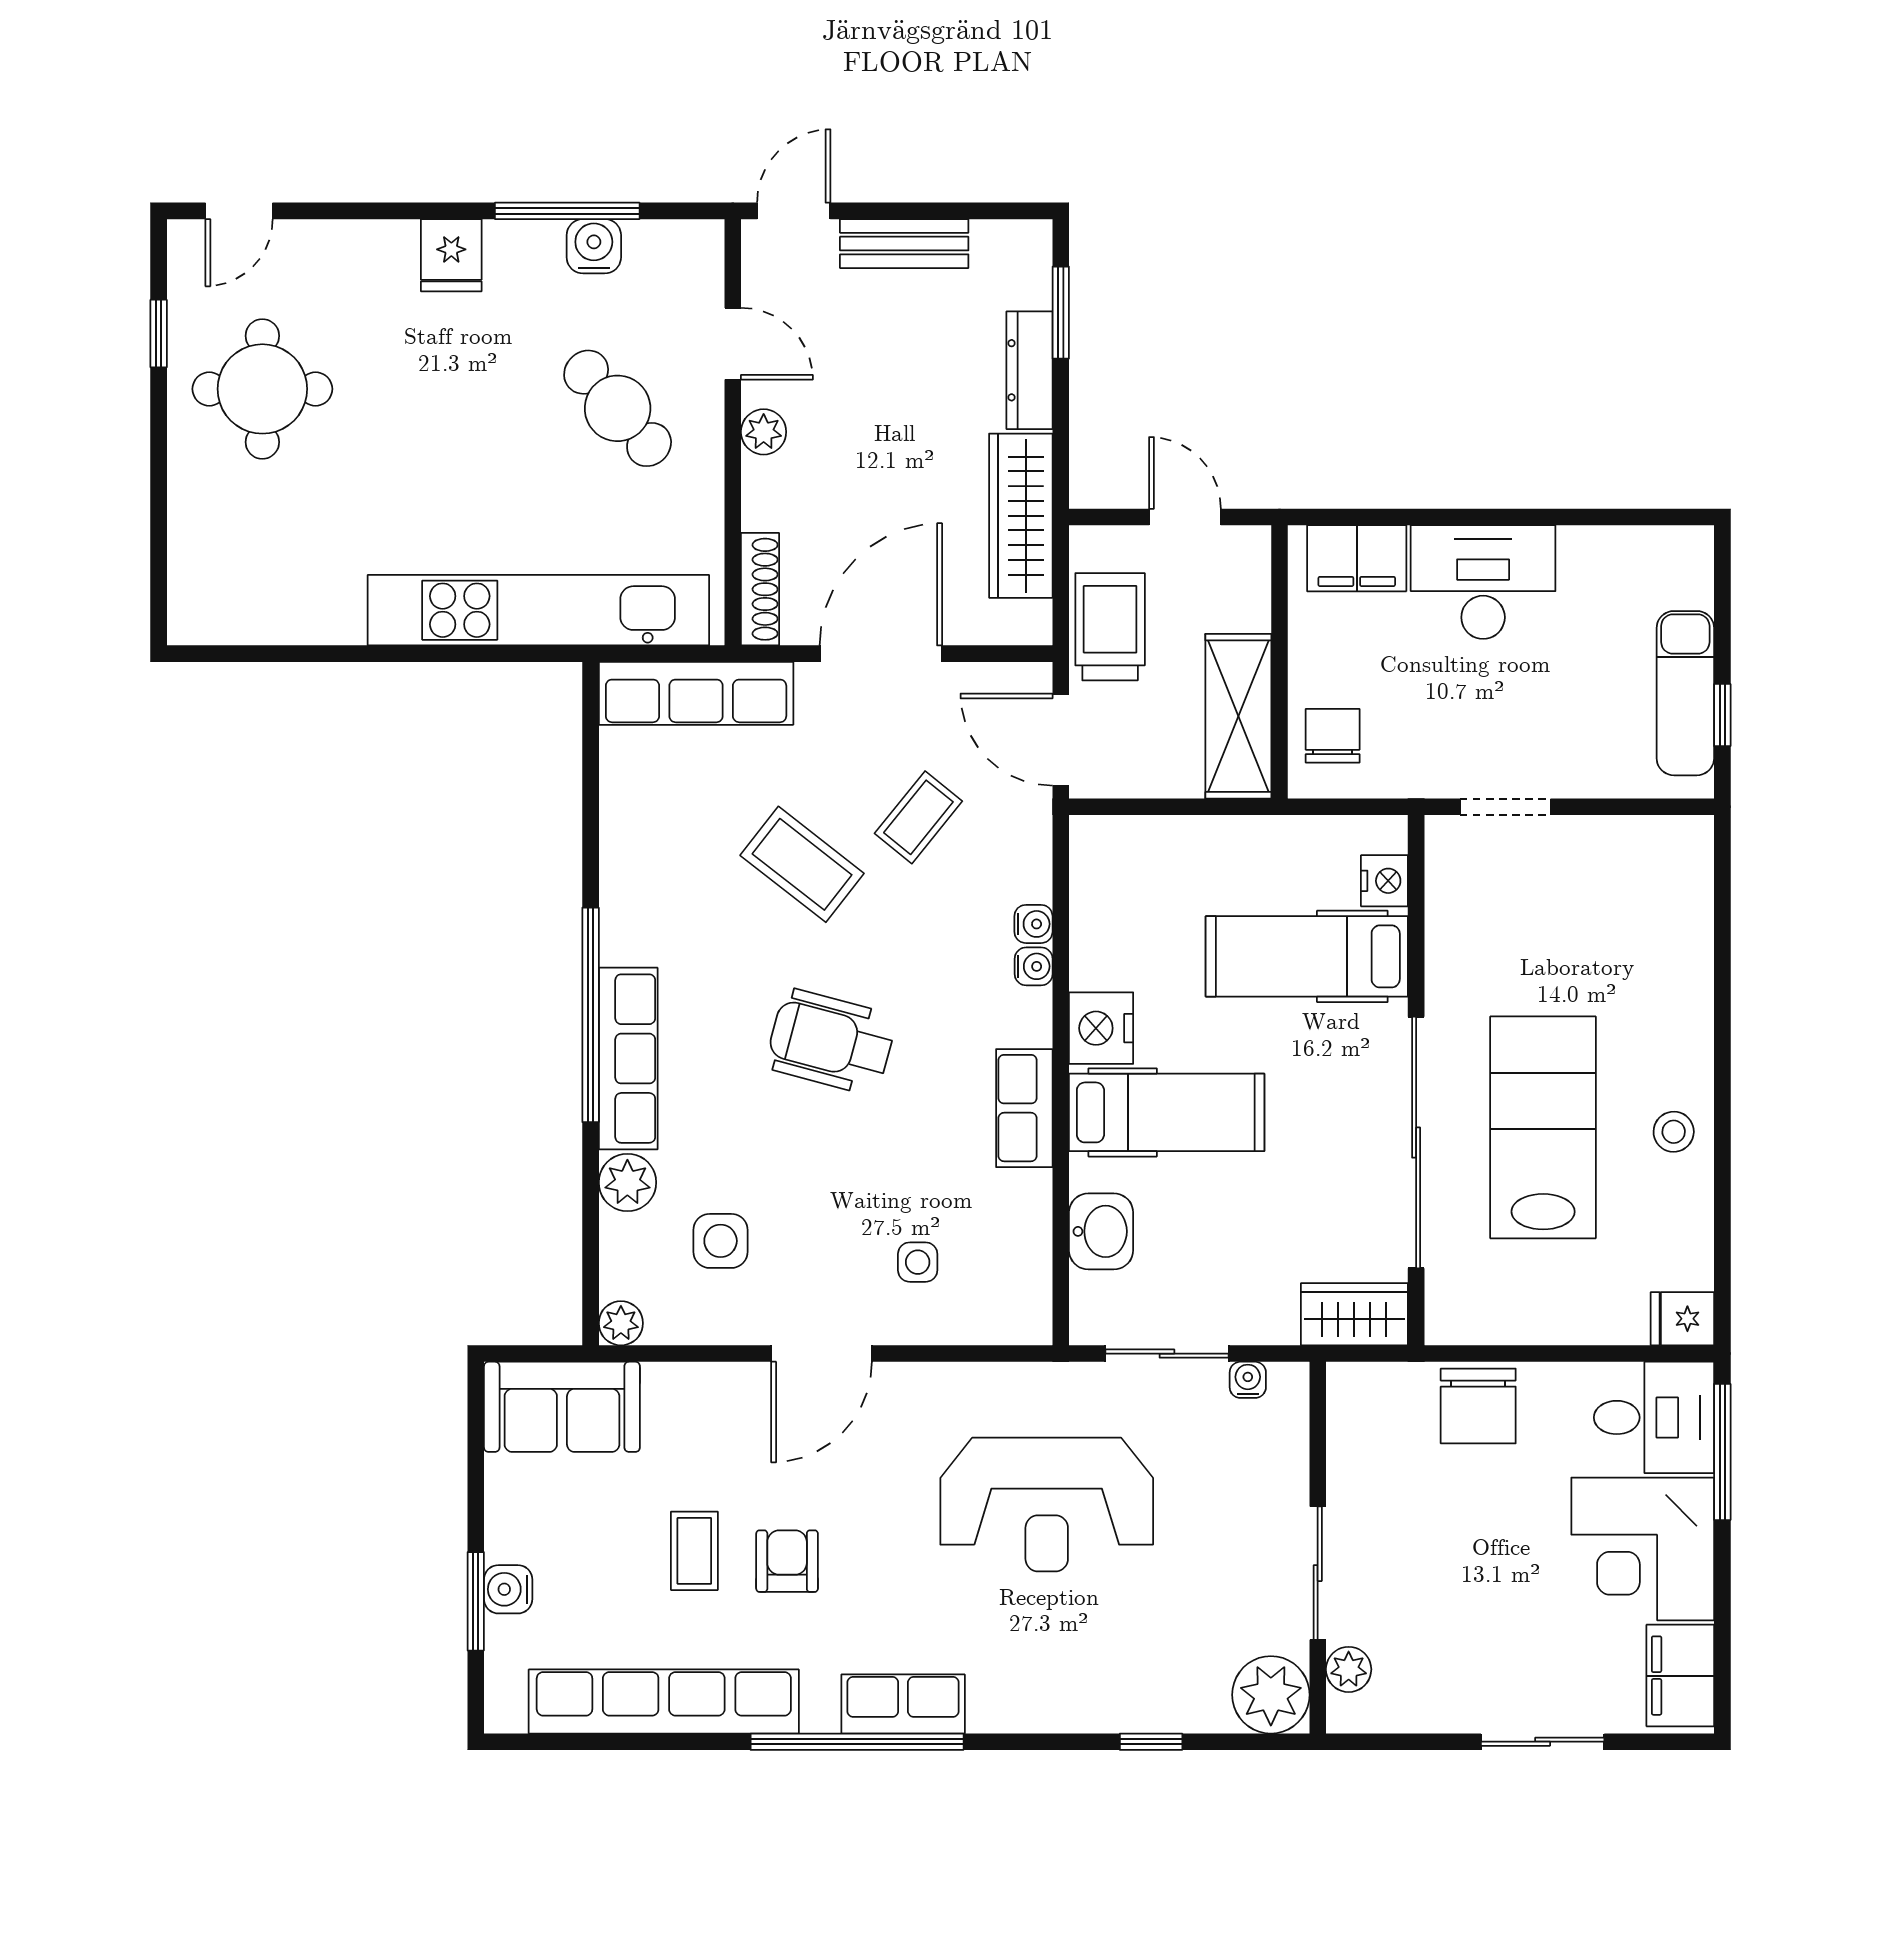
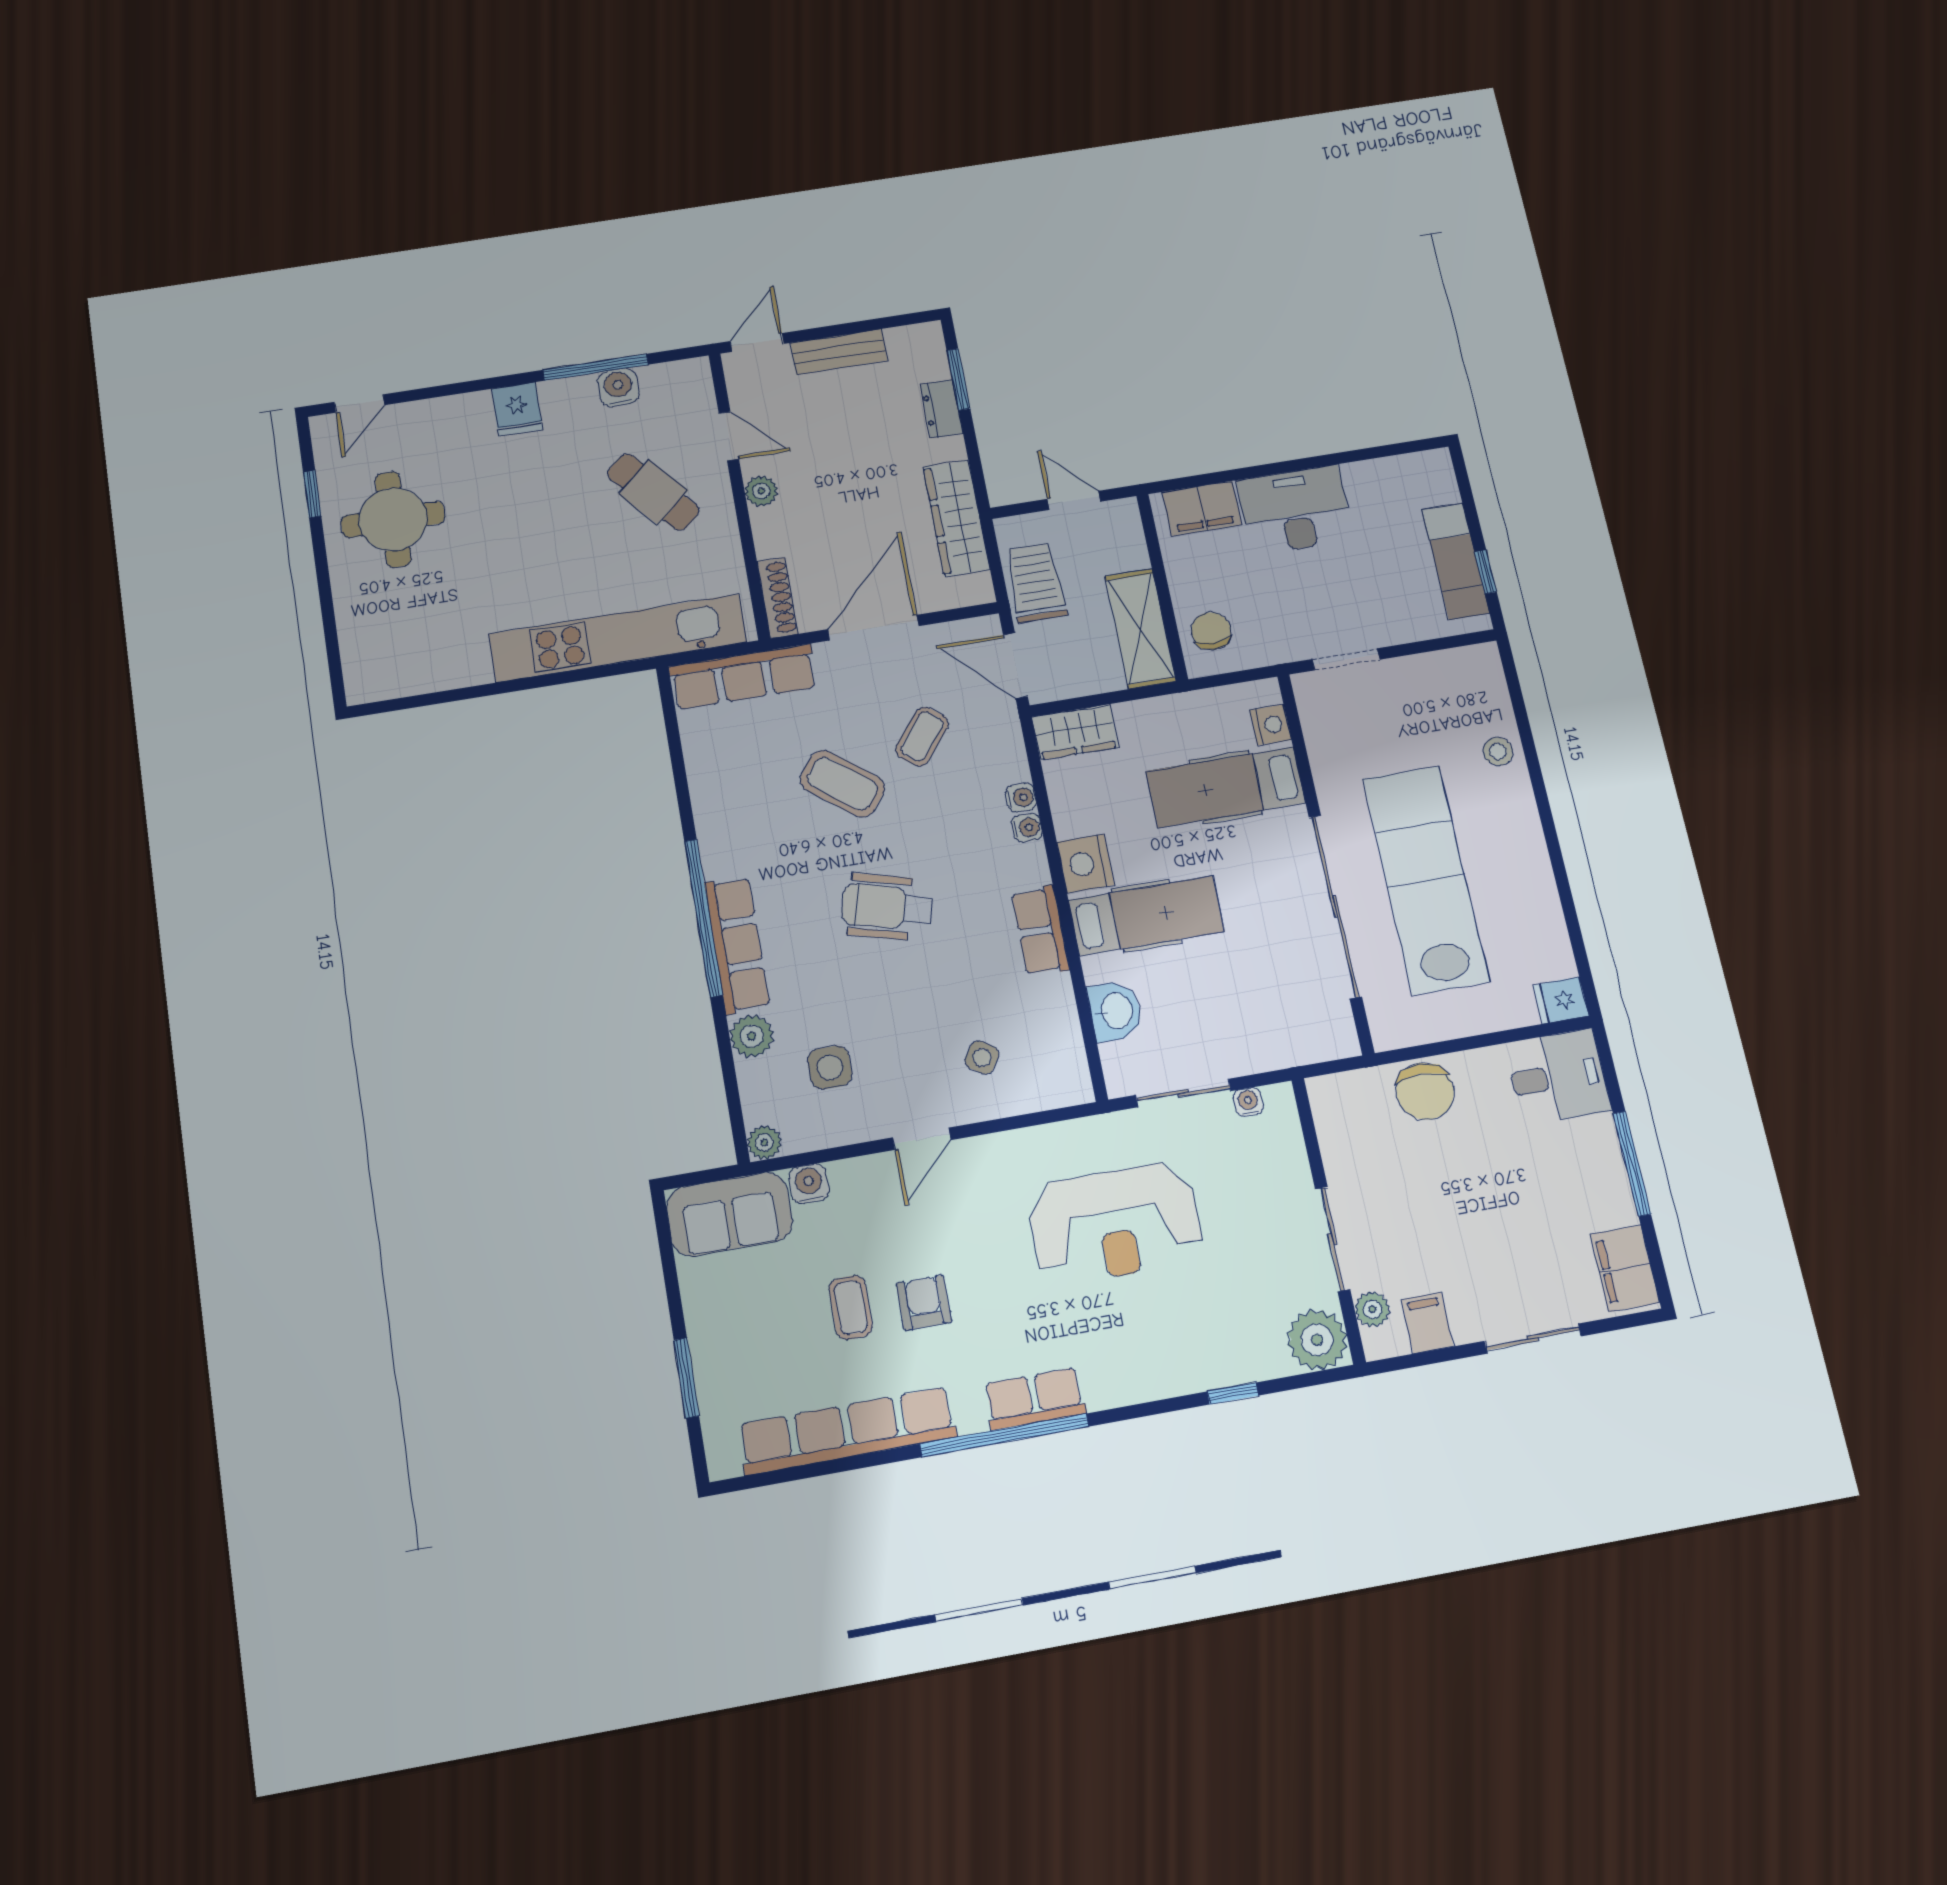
dresser: (1029, 370) -> (941, 409), width x0.70
lab bench: (1543, 1127) -> (1426, 880), width x1.36
stool: (1674, 1132) -> (1498, 751), moved
side table: (918, 1262) -> (982, 1057), turned 34
wardrobe: (1354, 1314) -> (1075, 732), moved, turned 180
door: (822, 1354) -> (922, 1139), width x0.73
window: (1722, 1452) -> (1632, 1164), moved
corner desk: (1643, 1549) -> (1573, 1177), removed
water cooler: (508, 1589) -> (809, 1184), moved, turned 90
filing cabinet: (1414, 1699) -> (1427, 1323), added

